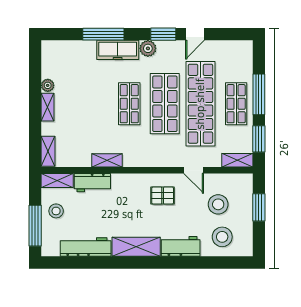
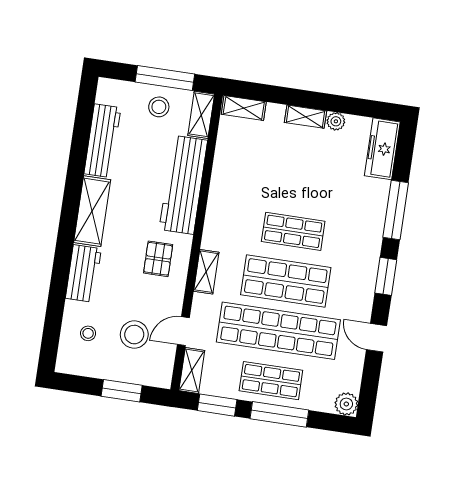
window: (163, 34) -> (386, 276), moved
plant: (148, 48) -> (346, 404), moved
freezer: (118, 50) -> (382, 149), moved
shelving: (107, 160) -> (206, 272), moved
door: (194, 170) -> (183, 331), moved
workbench: (92, 183) -> (183, 185), width x1.88, depth x1.32
window: (35, 226) -> (165, 78), moved
stool: (222, 237) -> (88, 333), width x0.53, depth x0.53

